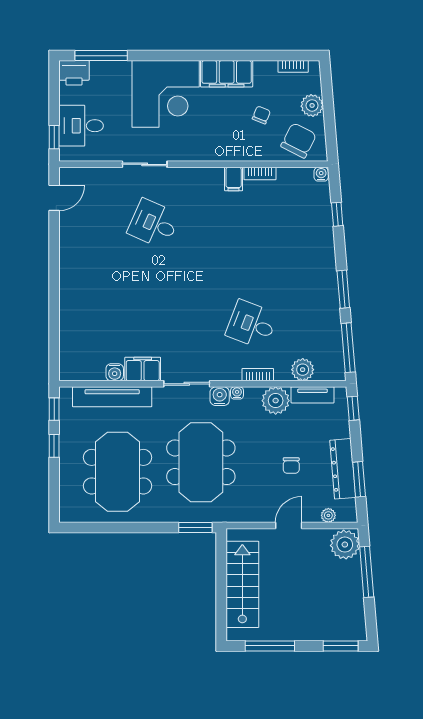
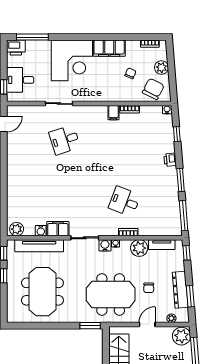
desk: (154, 224) -> (65, 140), turned -42
printer: (326, 256) -> (170, 160), added
plant: (303, 370) -> (17, 229), moved
meeting table: (201, 462) -> (111, 294), moved, turned 90

